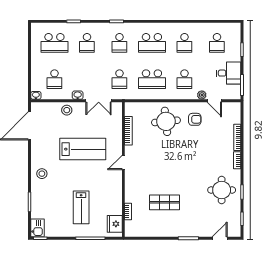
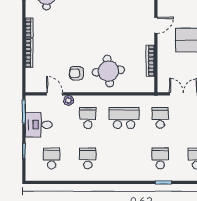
school desk: (152, 43) -> (124, 158), removed

